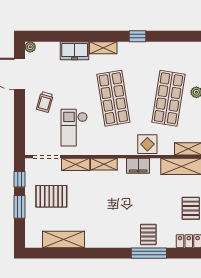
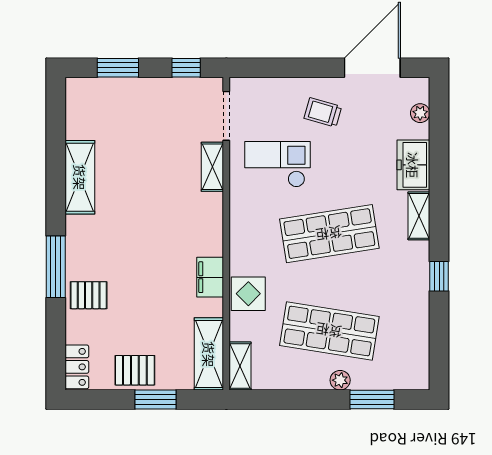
plant: (30, 47) -> (420, 113), moved
shelving: (104, 164) -> (213, 217), removed
pallet: (51, 196) -> (156, 124), removed
window: (19, 207) -> (118, 68), moved
shelving: (64, 240) -> (80, 177), moved
window: (149, 253) -> (56, 267), moved

